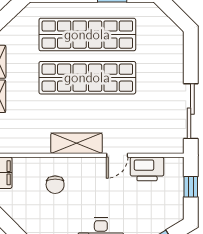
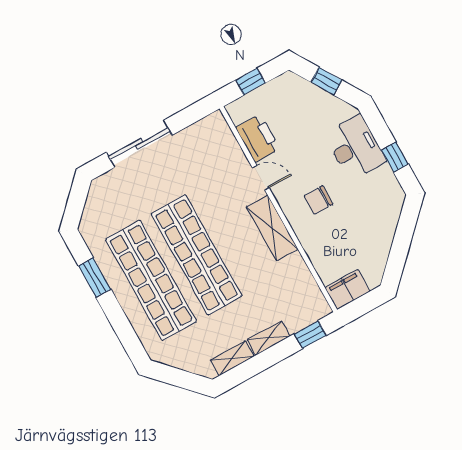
sliding door: (191, 111) -> (139, 144), moved
chair: (55, 185) -> (318, 200), moved, turned 180

